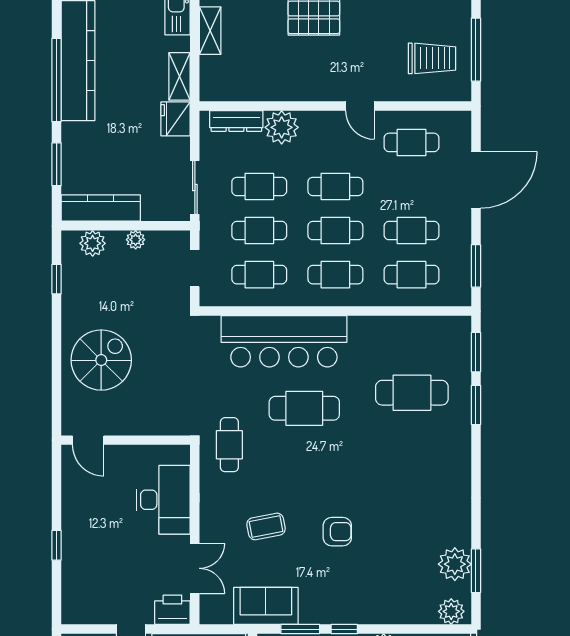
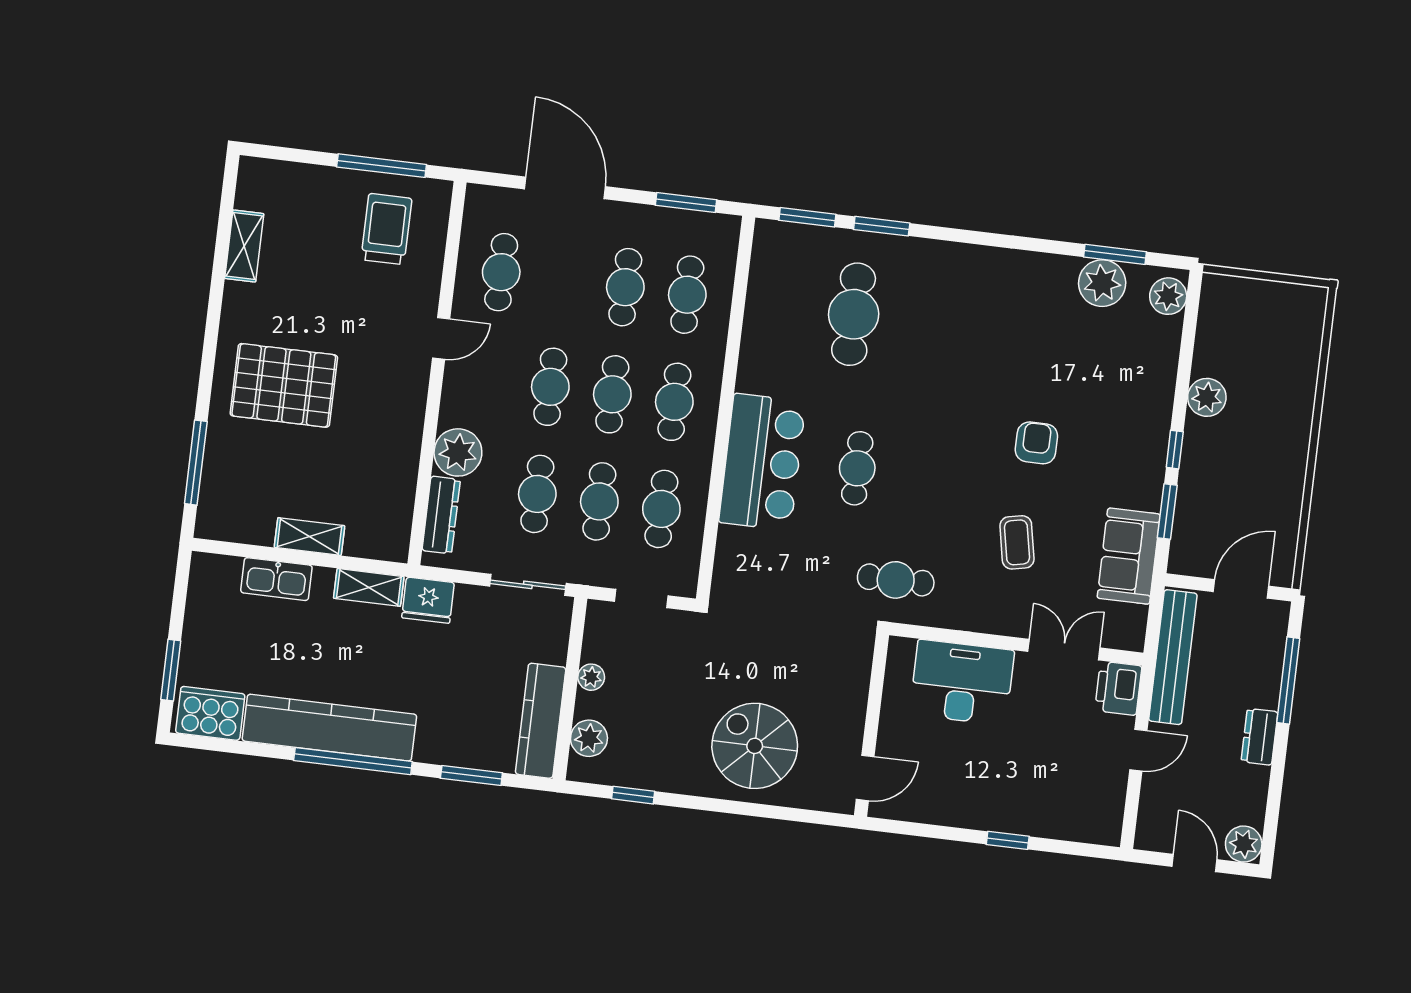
bar counter: (284, 341) -> (762, 462), width x0.73
cafe table: (304, 408) -> (857, 468), width x0.73, depth x0.74

